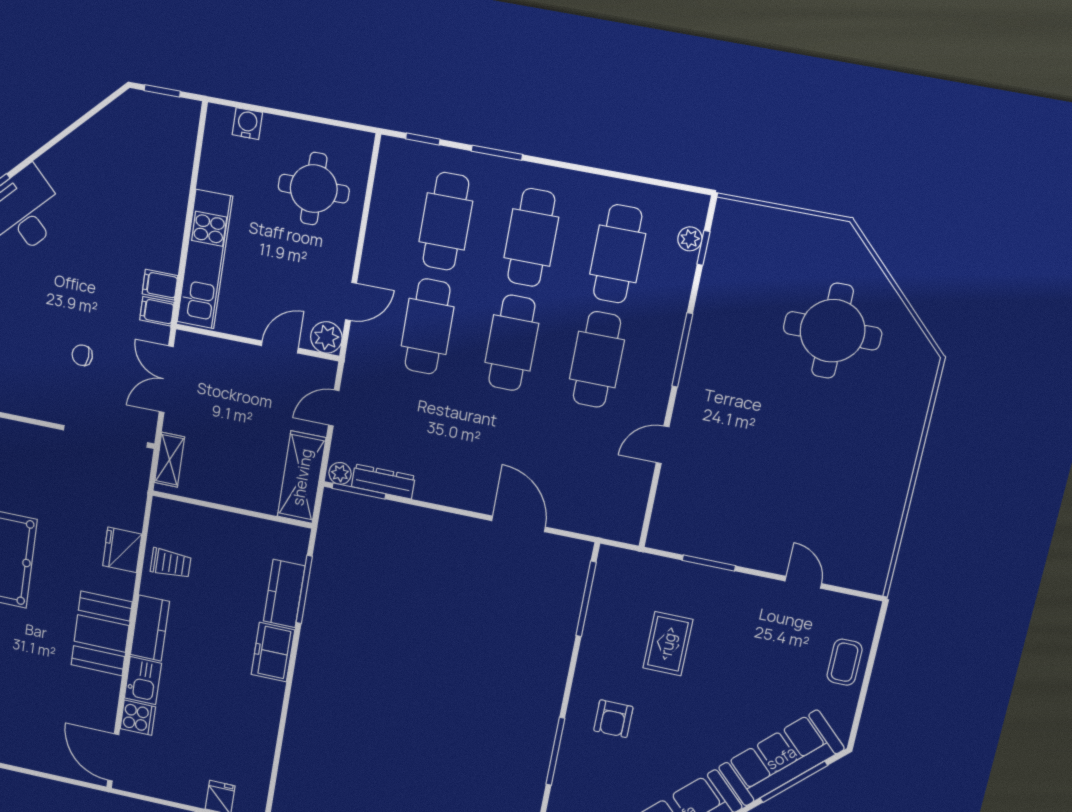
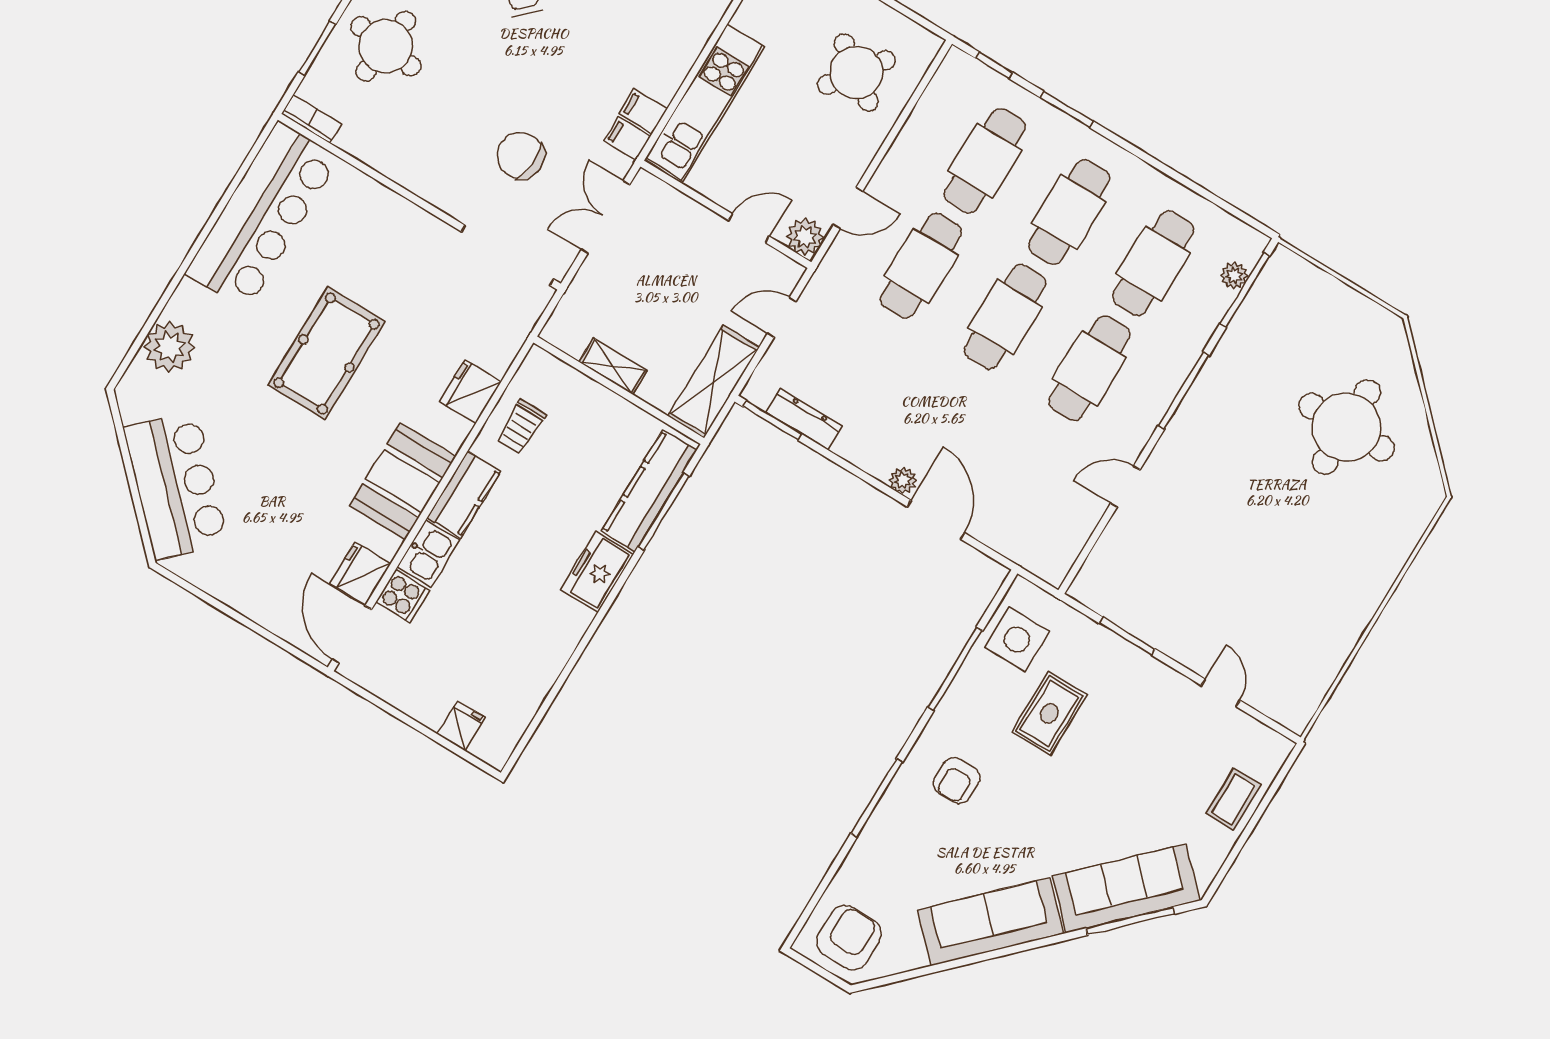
round table: (314, 189) -> (856, 72), turned 36
window: (703, 248) -> (1245, 290), width x2.17
chair: (82, 355) -> (521, 156), width x1.87, depth x1.87
shelving: (170, 460) -> (613, 366), moved, turned 90
plant: (340, 473) -> (903, 480), moved
trolley: (171, 563) -> (521, 427), turned 90
kitchen counter: (284, 594) -> (649, 491), width x1.50
side table: (620, 595) -> (1017, 639), added
window: (586, 599) -> (955, 669), moved
fridge: (100, 712) -> (360, 574), added

